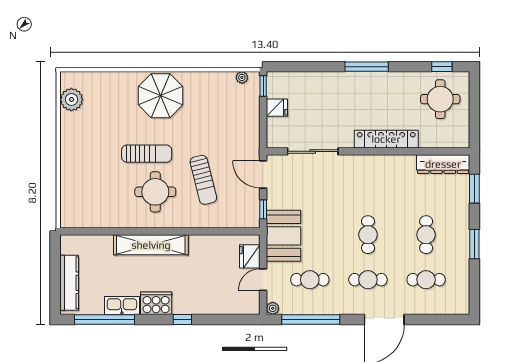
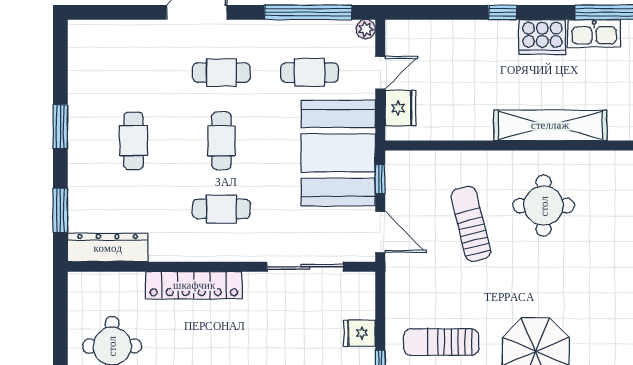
sun lounger: (147, 154) -> (441, 342), moved
booth: (284, 236) -> (338, 153), width x1.36, depth x1.42
cafe table: (426, 280) -> (221, 209), moved

